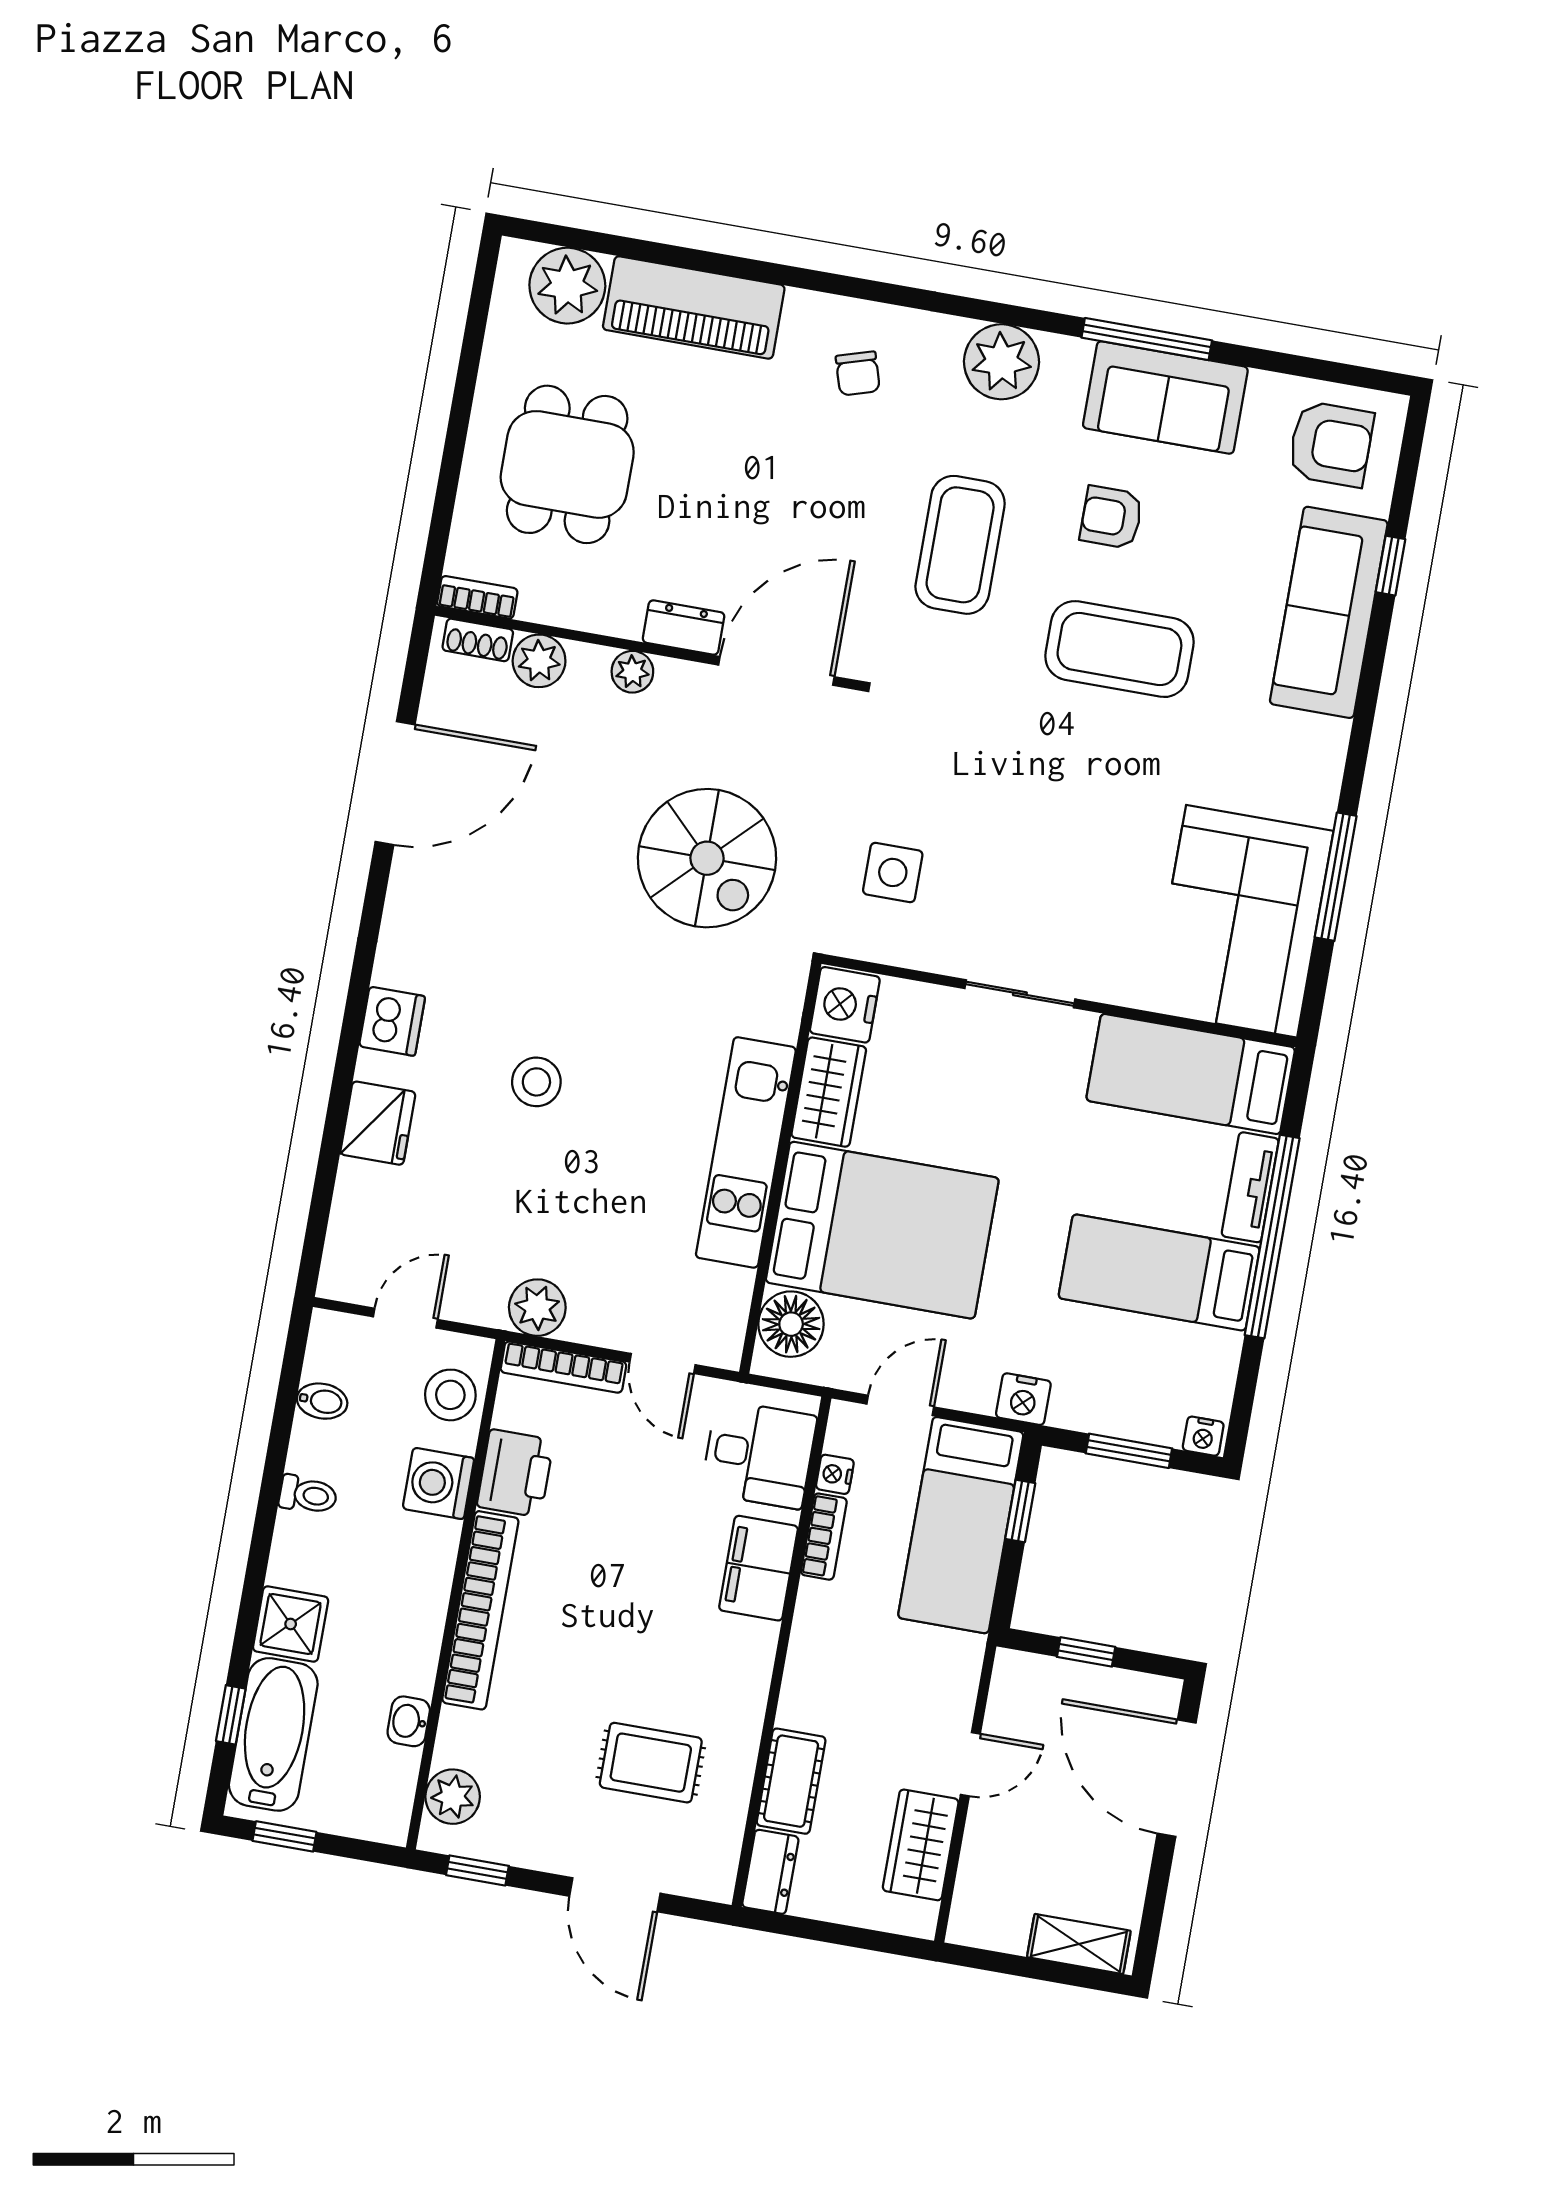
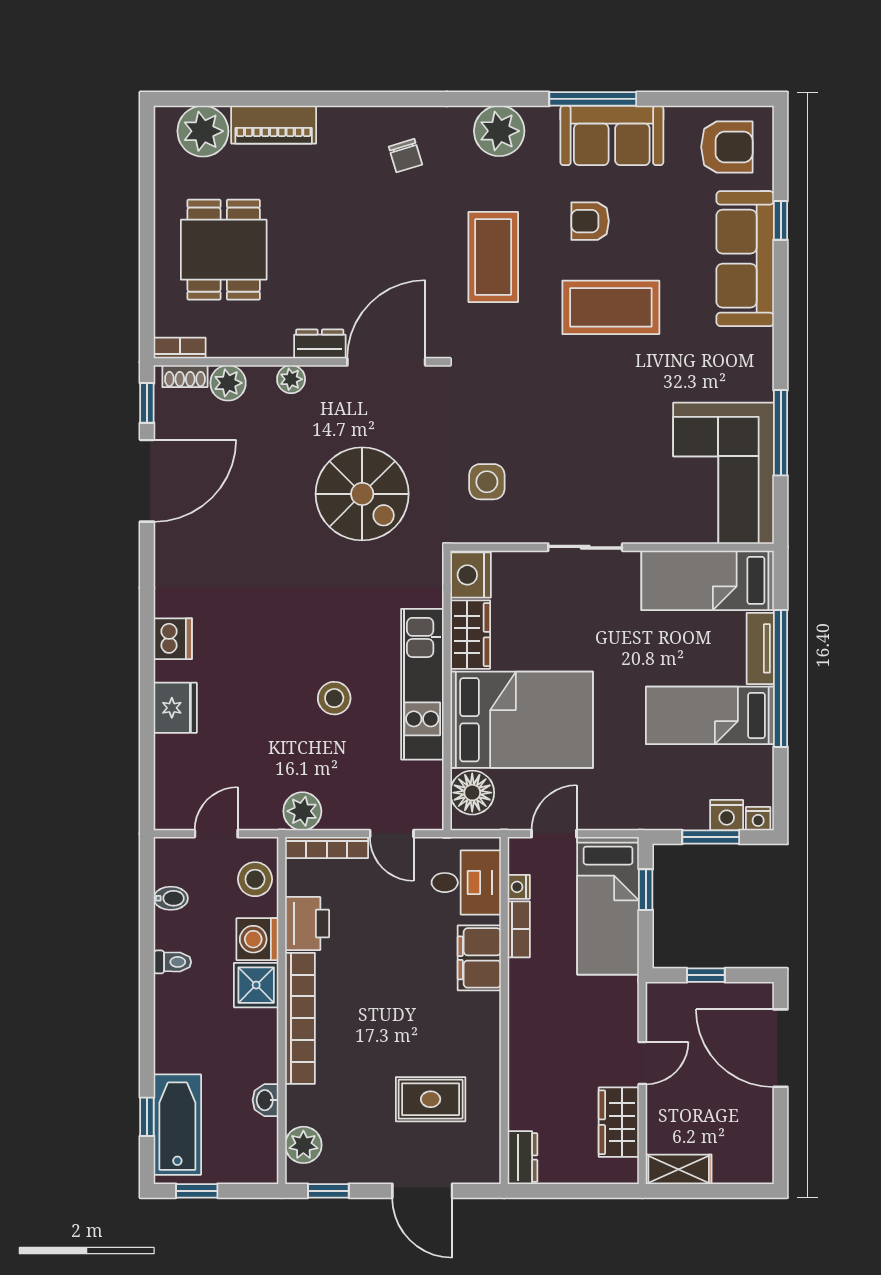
piano: (694, 307) -> (274, 125), width x0.73, depth x0.75
window: (415, 669) -> (147, 403), added
stool: (536, 1082) -> (334, 698), moved
nightstand: (1023, 1399) -> (727, 815), moved
shower: (291, 1624) -> (256, 985), moved
cot: (791, 1781) -> (526, 1095), removed
shelving: (1079, 1944) -> (679, 1169), moved

